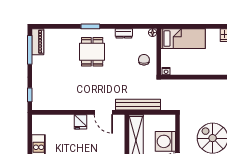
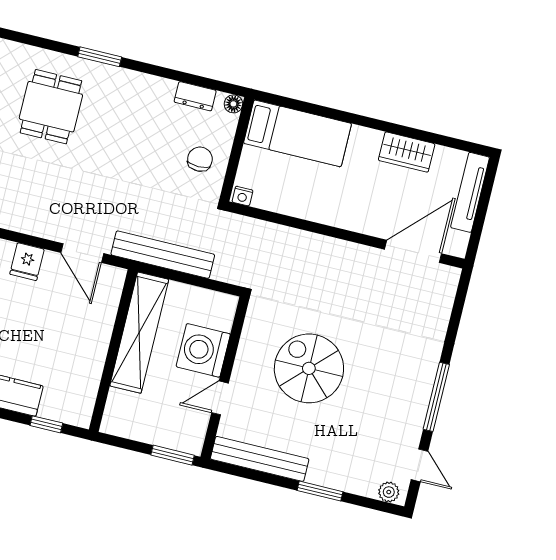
dresser: (124, 33) -> (195, 96), moved
dining table: (92, 52) -> (51, 107), moved

